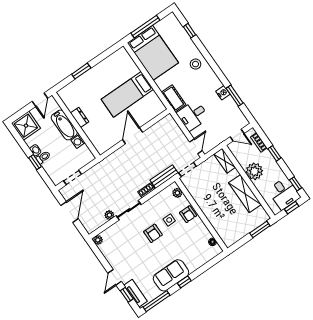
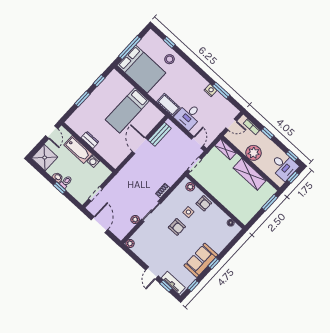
window: (104, 55) -> (99, 81), added
stool: (196, 64) -> (170, 59), moved
bench: (164, 177) -> (160, 134), moved
window: (156, 301) -> (193, 286), width x0.46

